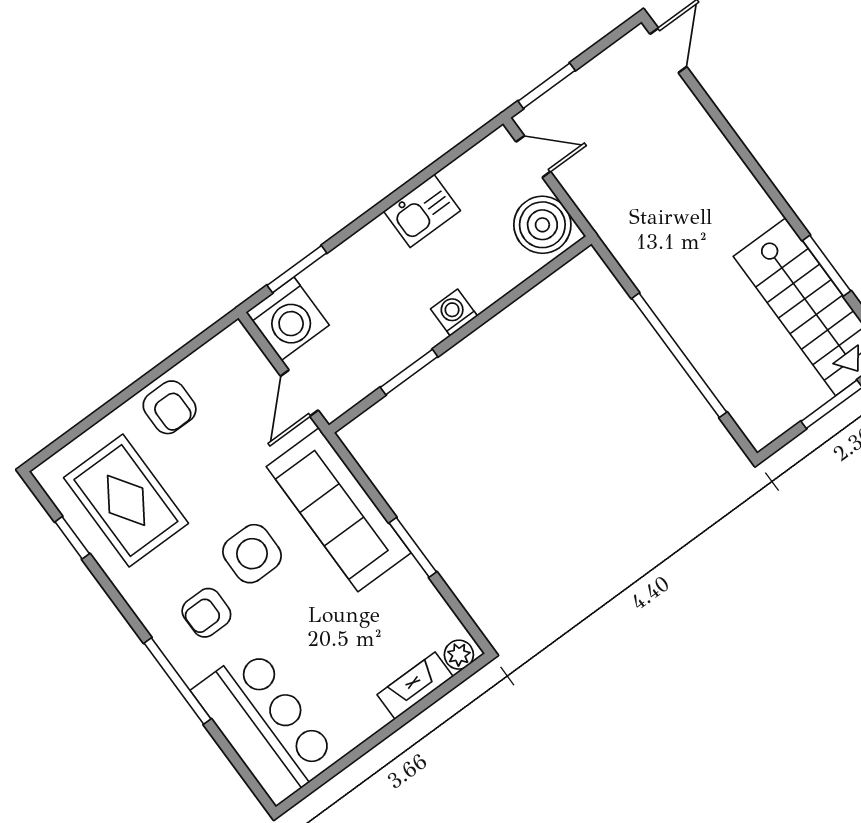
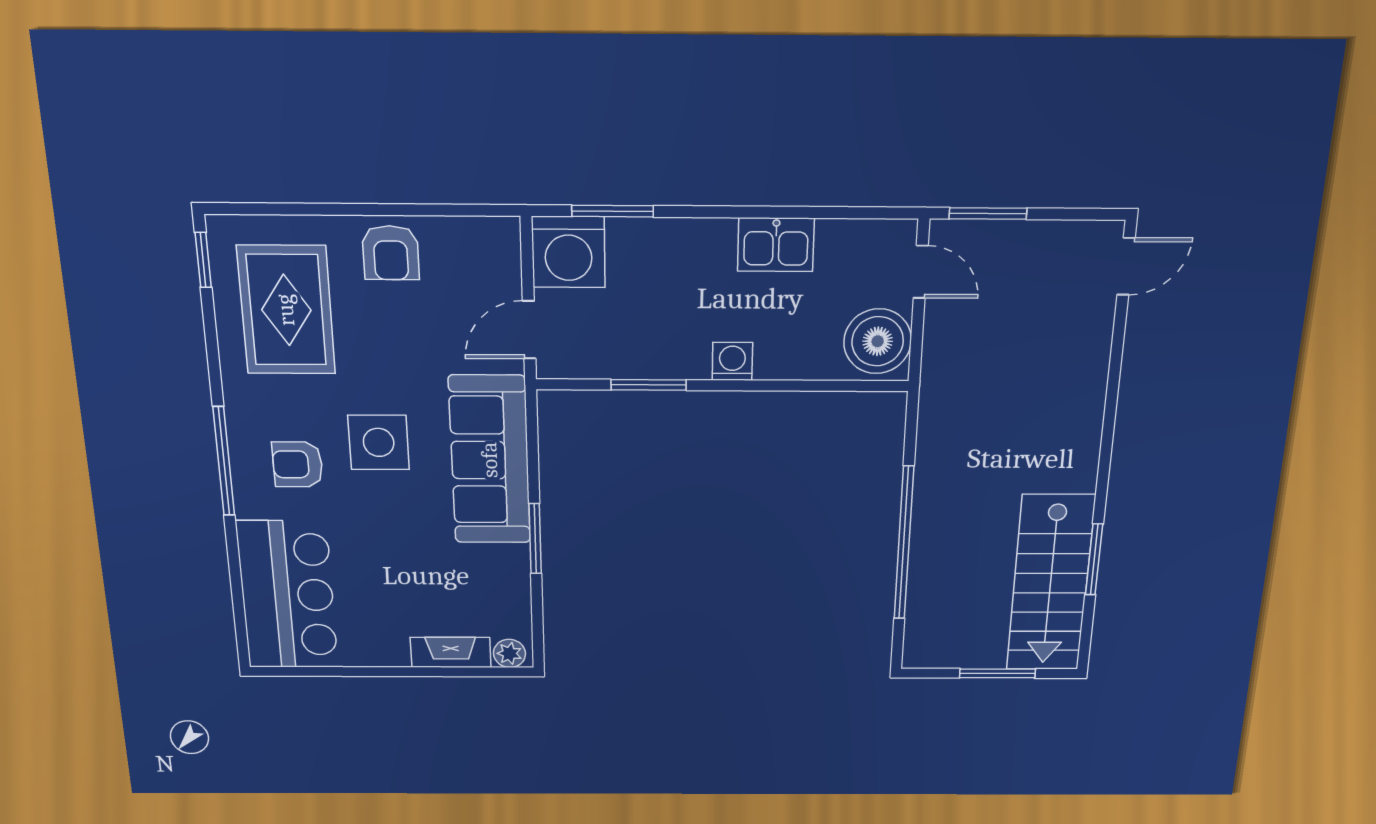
window: (72, 538) -> (203, 260), moved
window: (177, 681) -> (224, 461), moved

